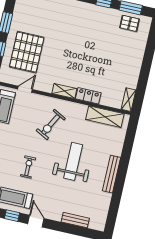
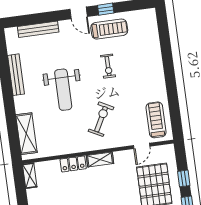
shelving: (105, 117) -> (26, 134), moved, turned 90
bench: (112, 174) -> (16, 75), moved
bench: (75, 220) -> (38, 29), width x1.36

